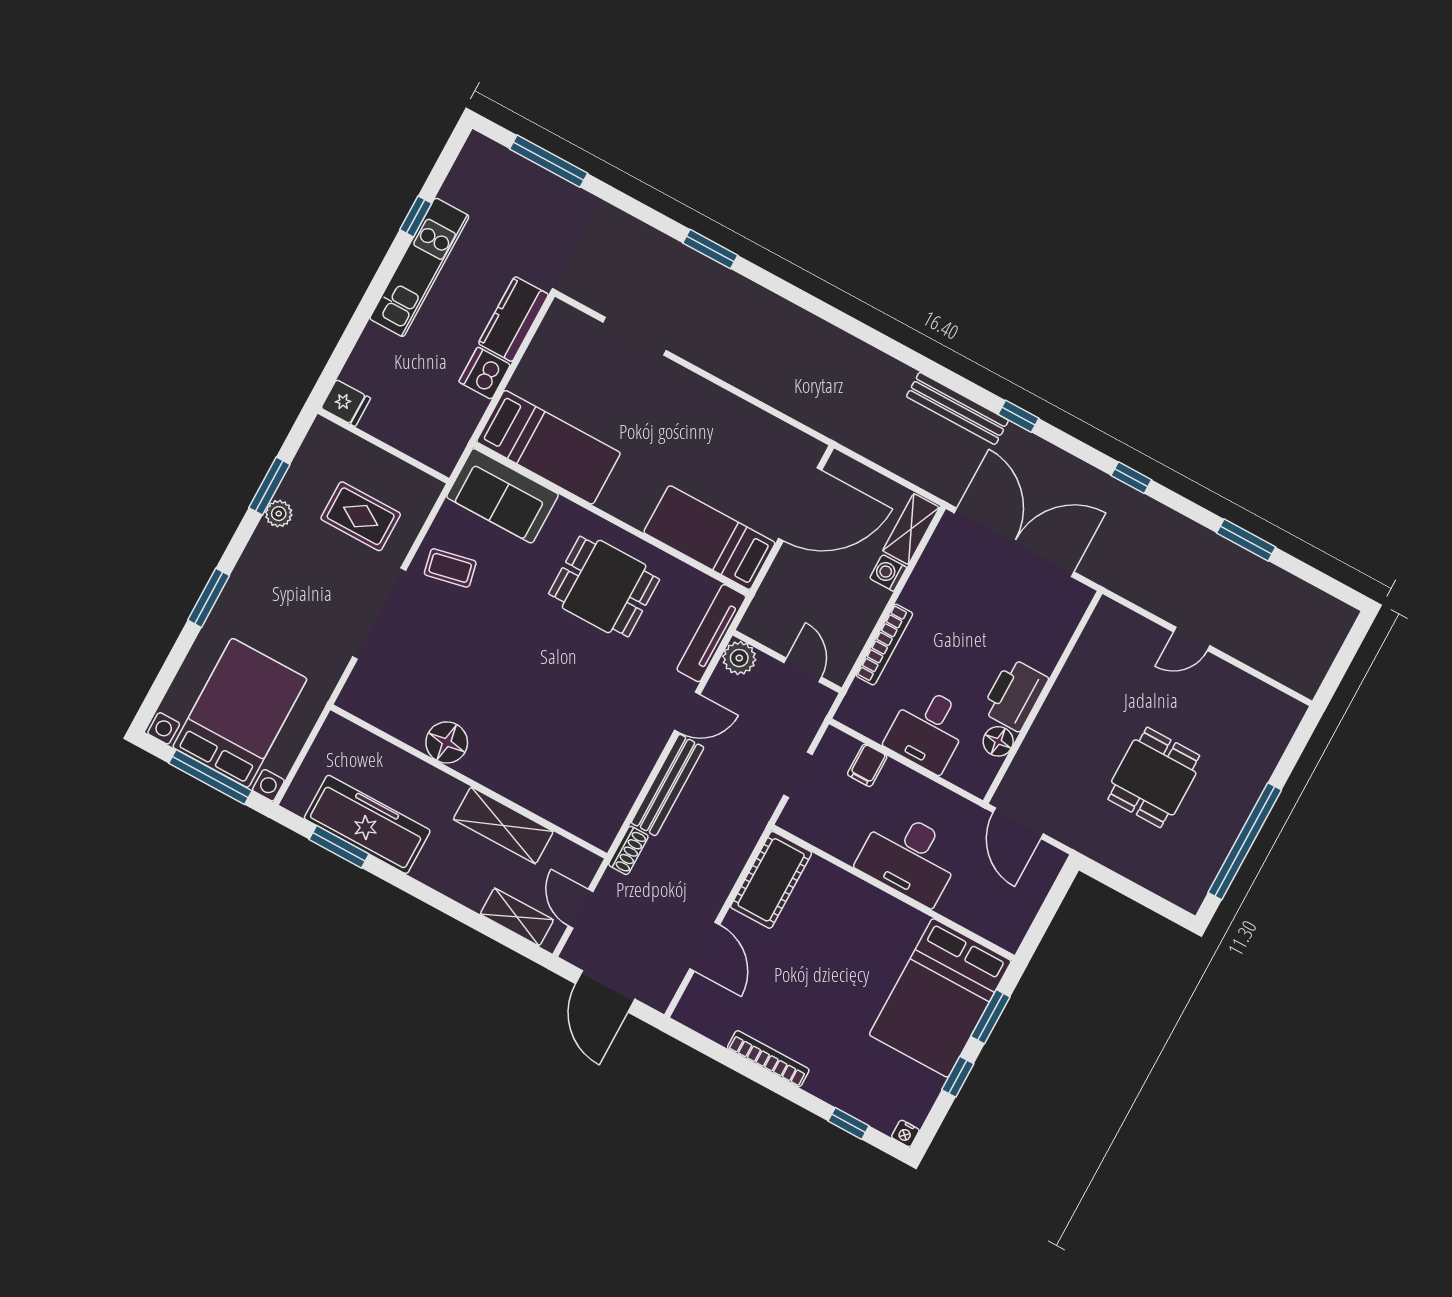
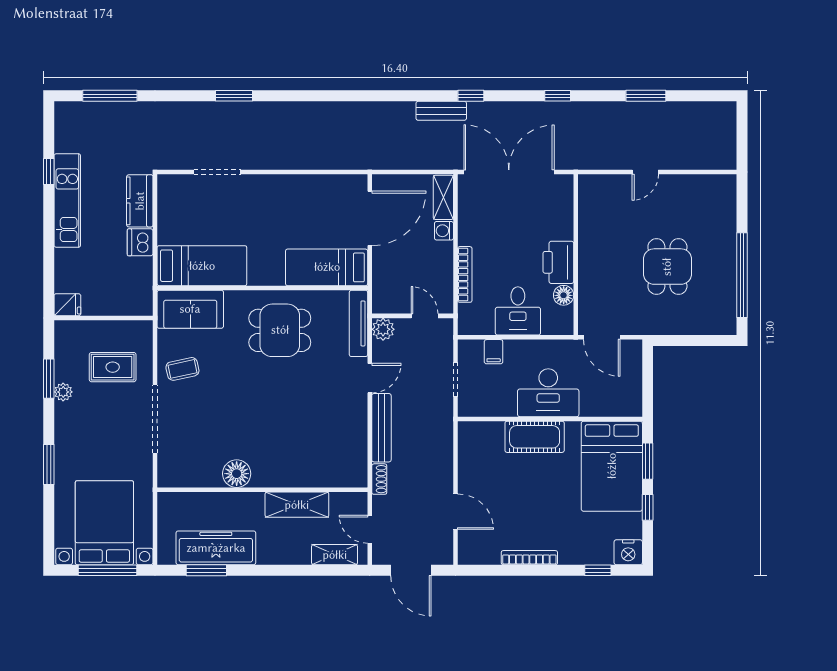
bench: (957, 408) -> (441, 111), width x0.73
cot: (771, 880) -> (535, 437), moved, turned 90
nightstand: (905, 1133) -> (628, 552), width x1.89, depth x1.79

